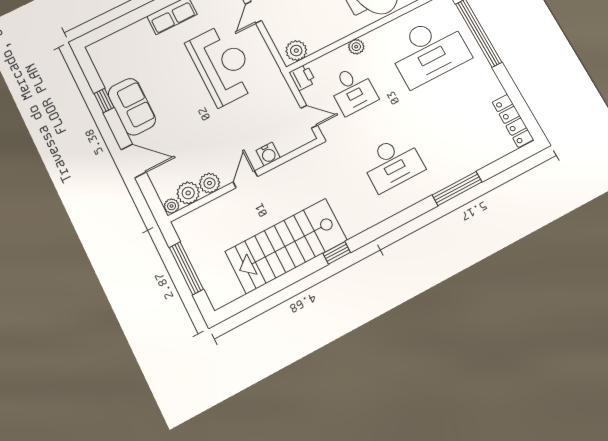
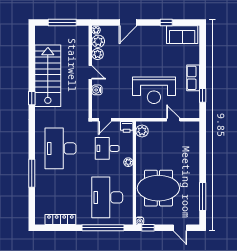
sofa: (132, 107) -> (182, 35), moved
locker: (513, 121) -> (60, 219), moved
desk: (392, 163) -> (61, 148), width x1.36, depth x1.30

